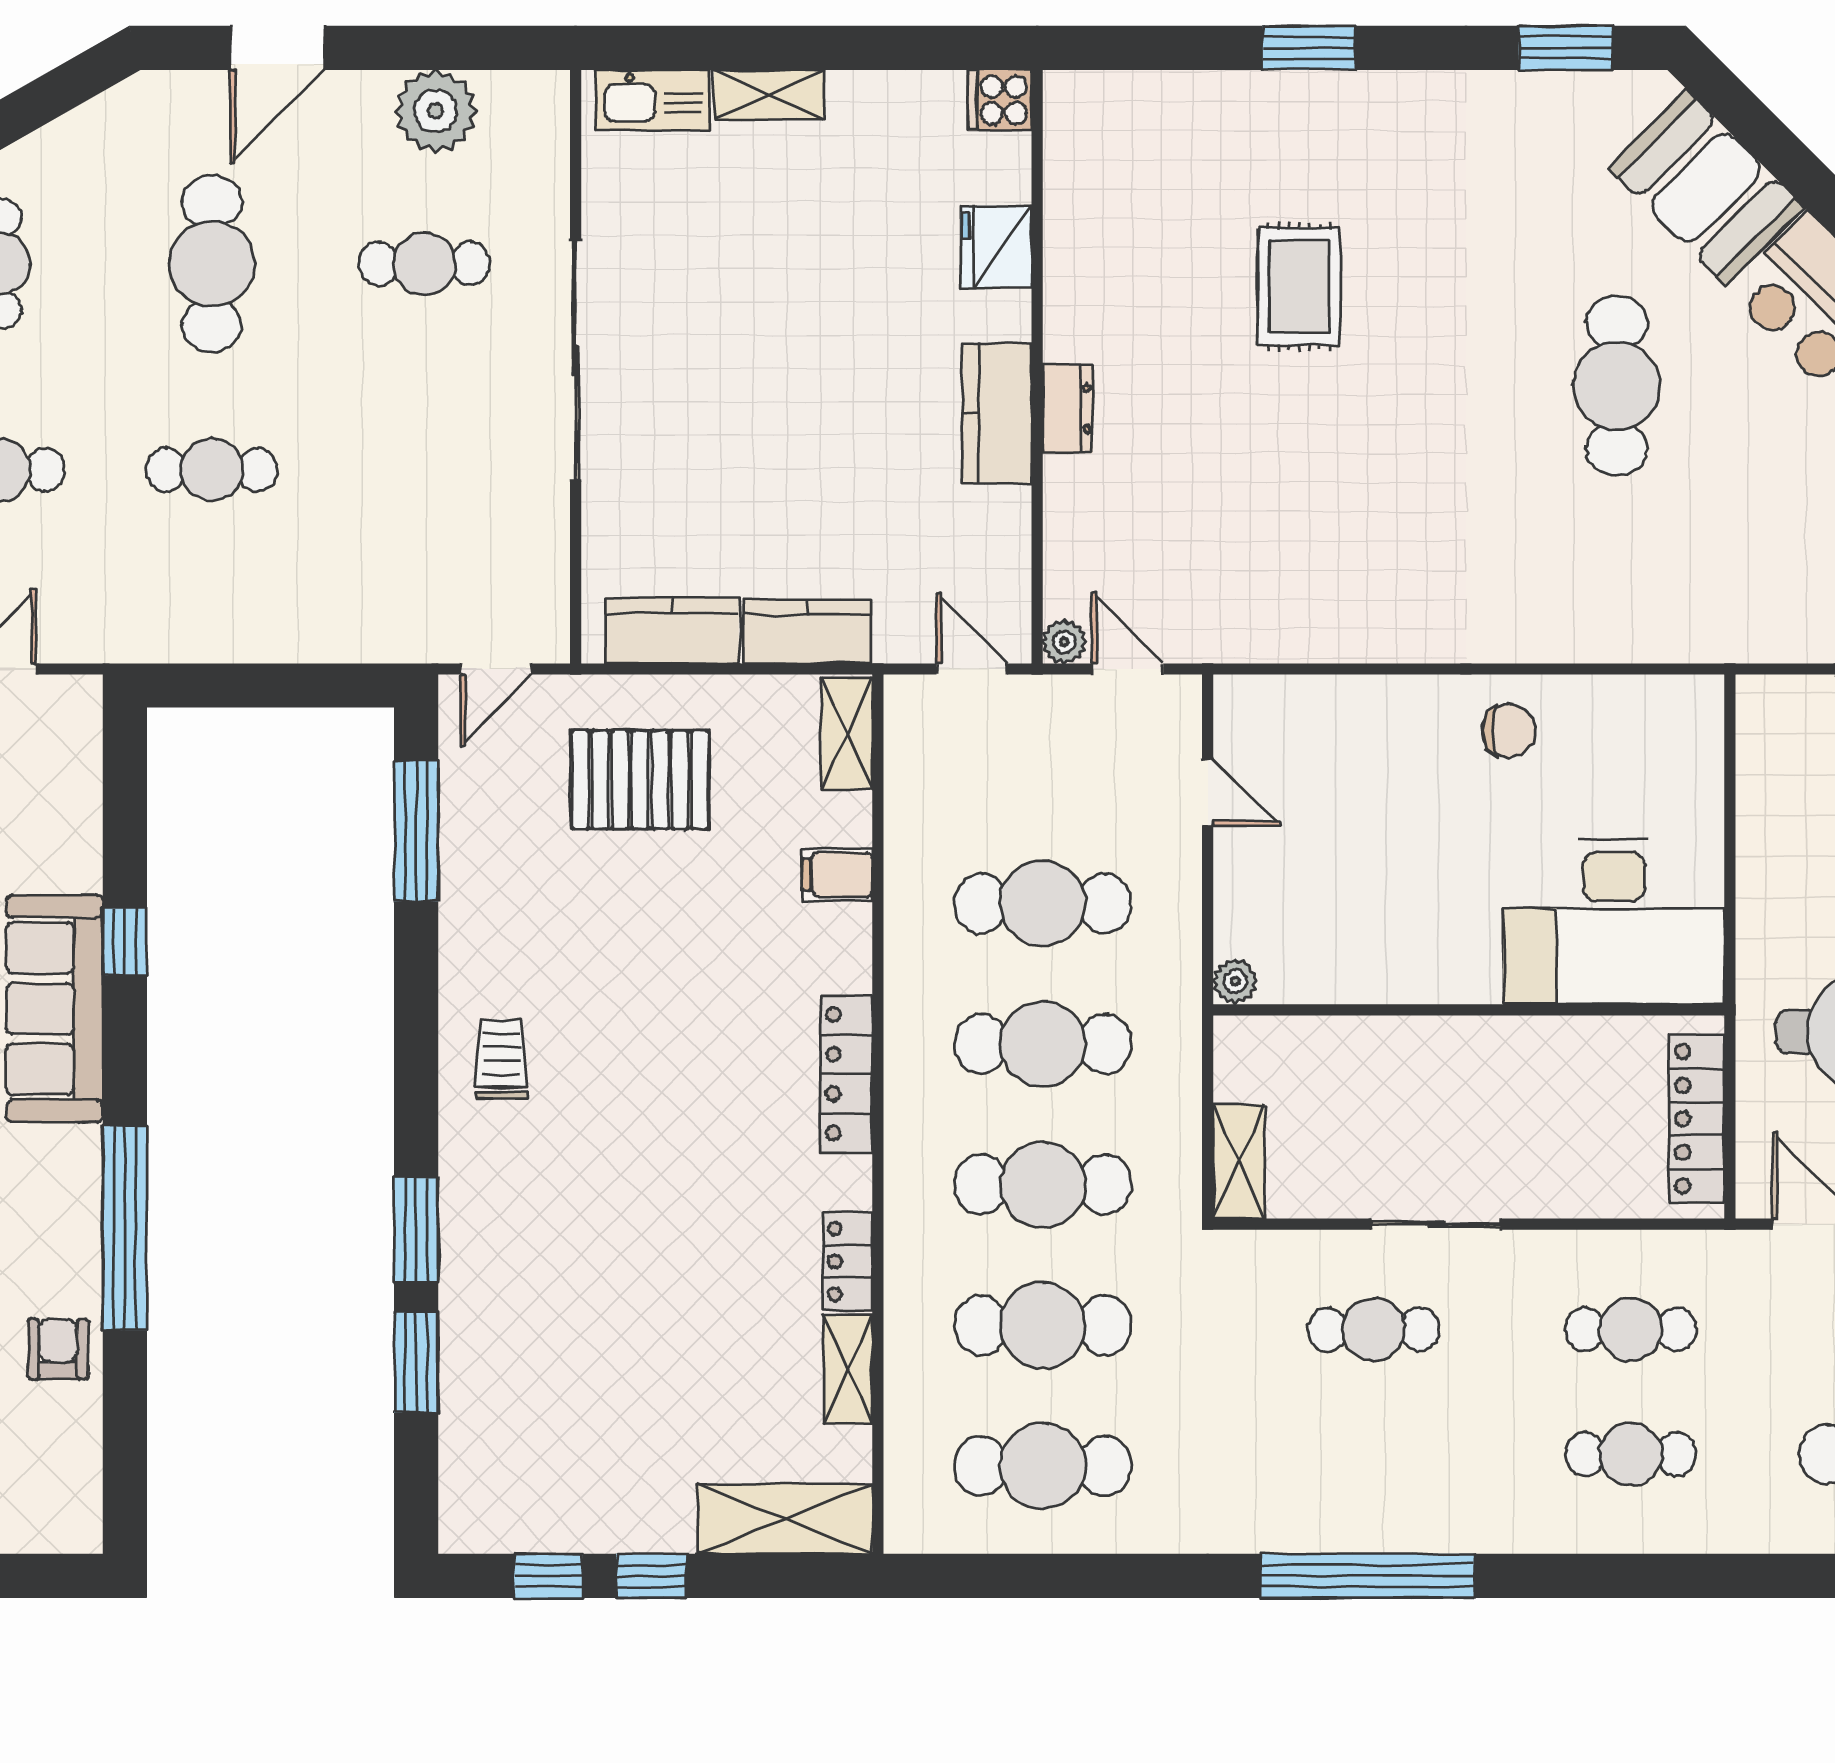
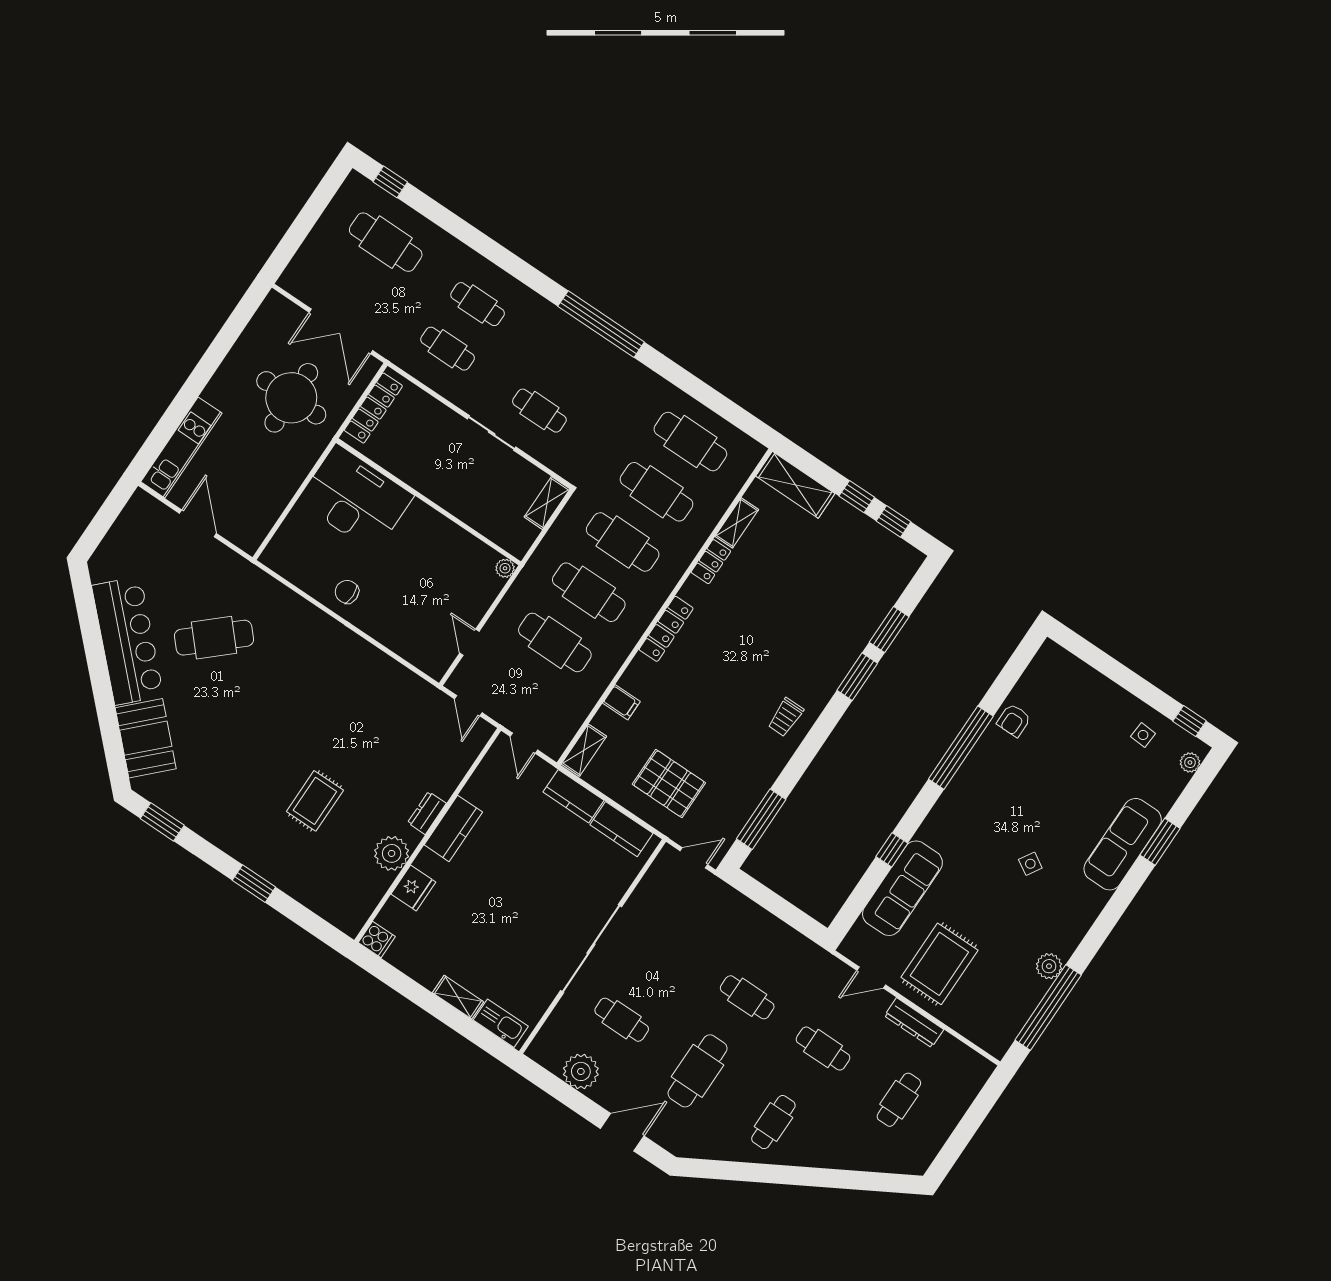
cafe table: (1617, 386) -> (214, 638), moved, turned 48
plant: (1064, 642) -> (392, 853), moved, width x1.88, depth x1.88
sofa: (55, 1009) -> (902, 888), moved

